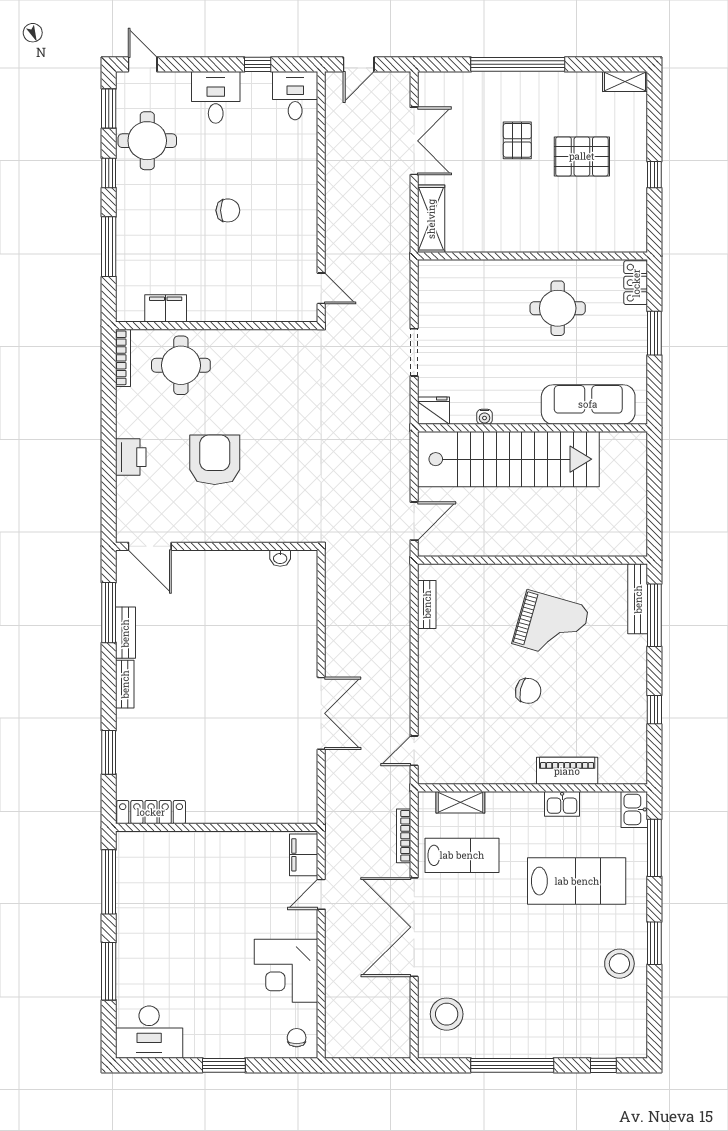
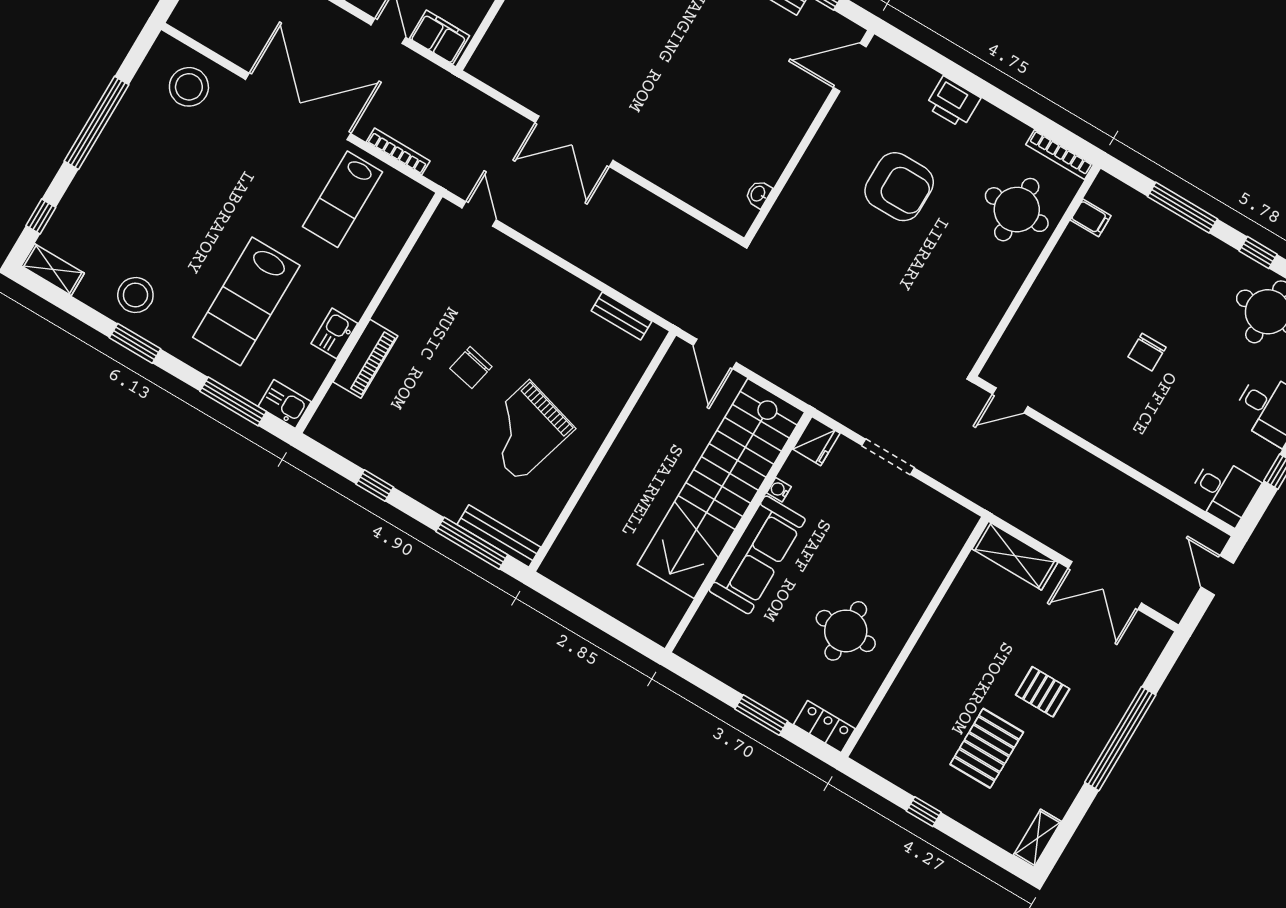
filing cabinet: (166, 308) -> (1091, 218), width x0.50
sofa: (588, 404) -> (757, 555), moved
shelving: (460, 802) -> (53, 270), moved, turned 90

